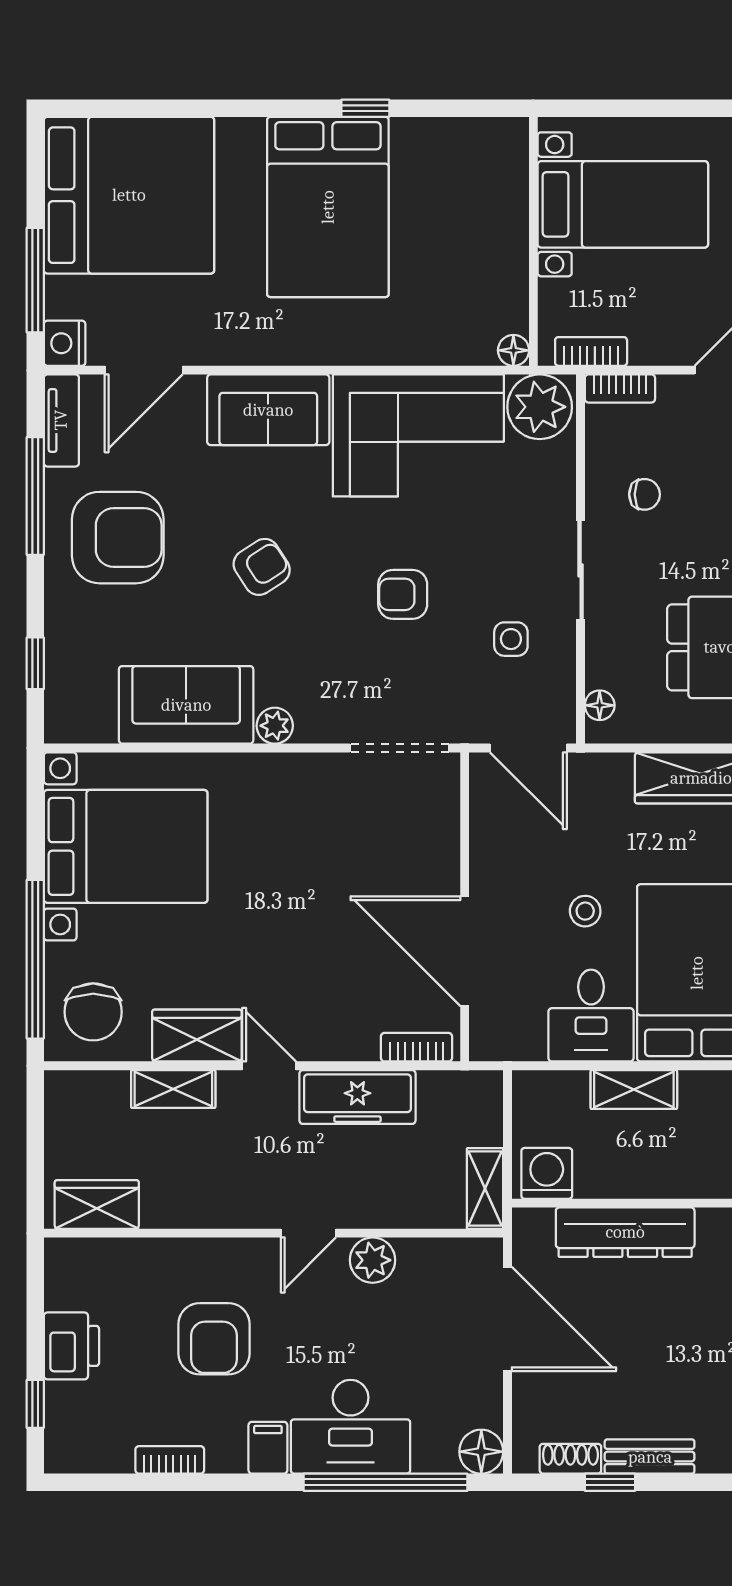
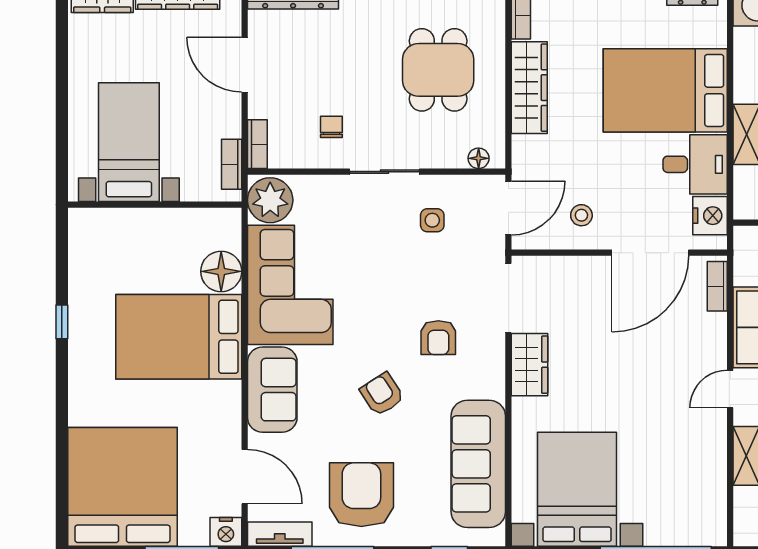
bed: (328, 207) -> (179, 337), moved, turned 180
floor lamp: (513, 350) -> (221, 271), moved, width x1.89, depth x1.89
armchair: (403, 594) -> (438, 338), moved
sofa: (186, 705) -> (478, 464), width x1.36
plant: (275, 726) -> (493, 385), removed
stool: (585, 911) -> (581, 215), moved
chair: (93, 1012) -> (693, 512), removed
wardrobe: (197, 1035) -> (529, 365), moved, turned 180
nightstand: (518, 1037) -> (710, 216), added

